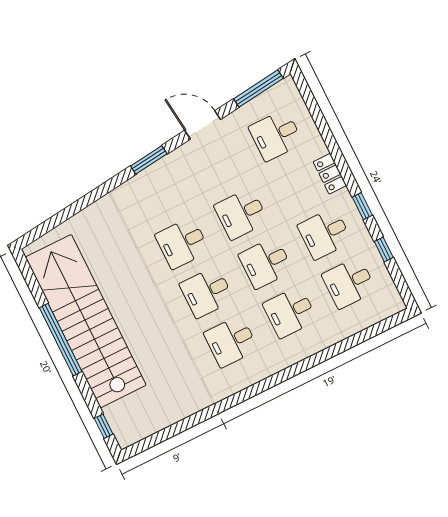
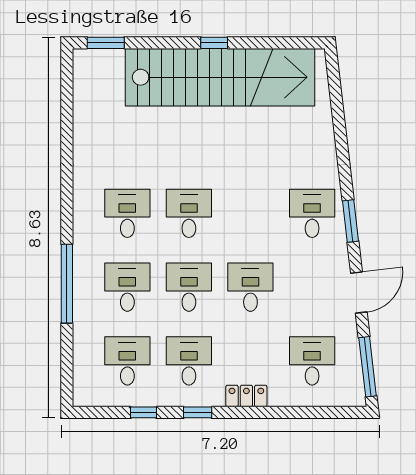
desk: (182, 243) -> (312, 213), moved
window: (61, 340) -> (214, 43), width x0.32
window: (311, 362) -> (67, 284), added
window: (104, 426) -> (106, 43), width x1.50

